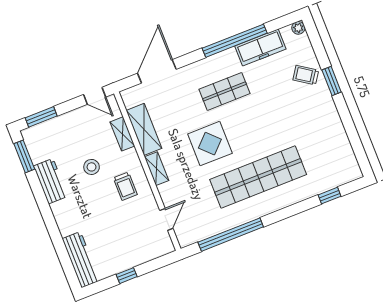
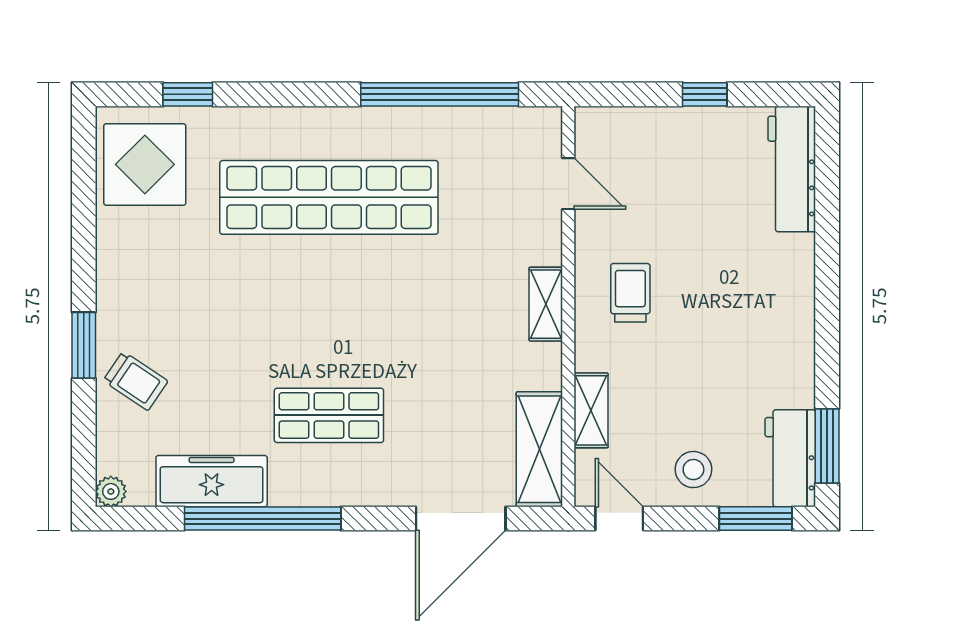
shelving: (144, 129) -> (539, 449), moved
display table: (210, 144) -> (145, 164), moved
stool: (92, 167) -> (693, 470), moved
workbench: (51, 181) -> (790, 458), moved
door: (166, 219) -> (568, 184), swing flipped

